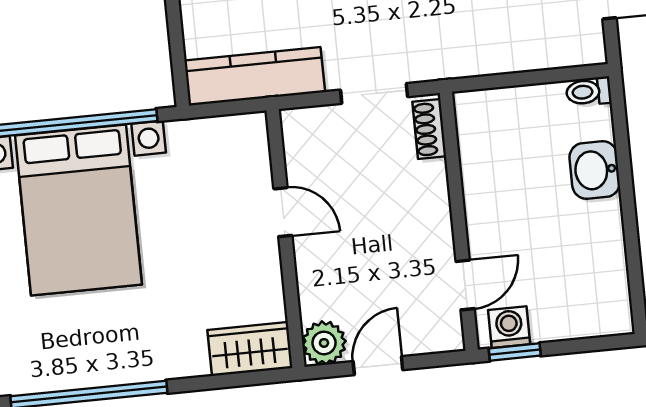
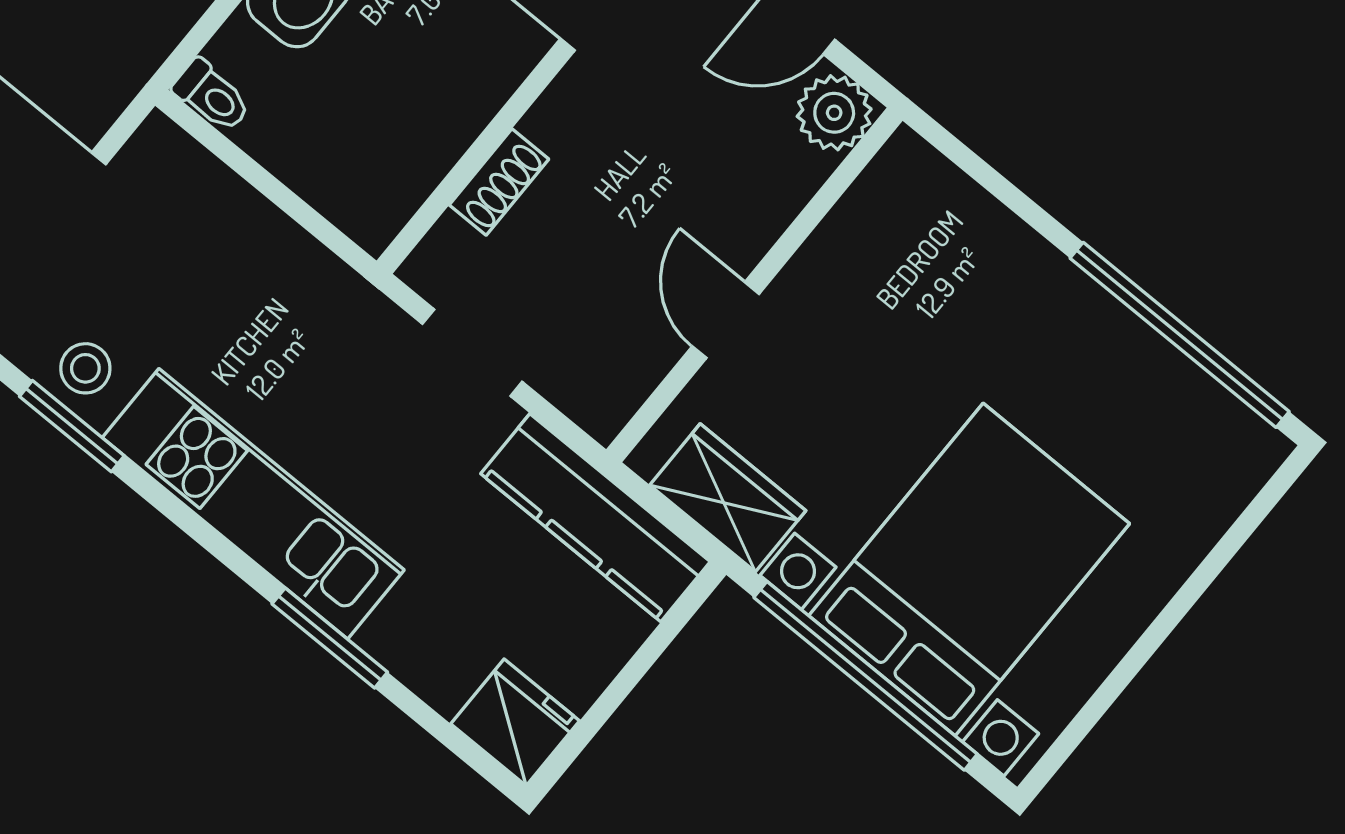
shoe rack: (429, 129) -> (499, 182), moved
wardrobe: (250, 349) -> (728, 498), moved, turned 180

